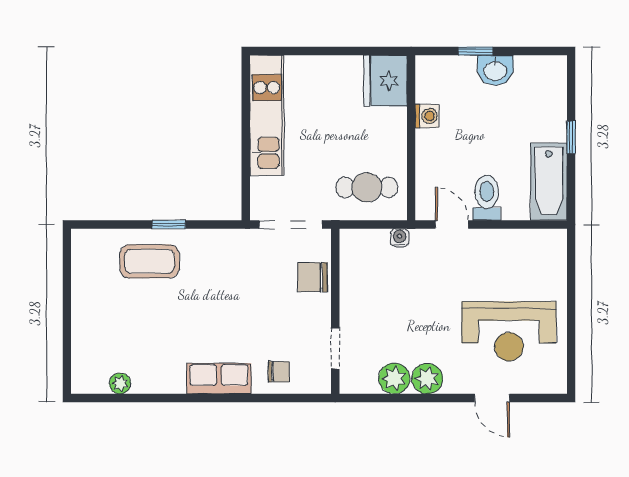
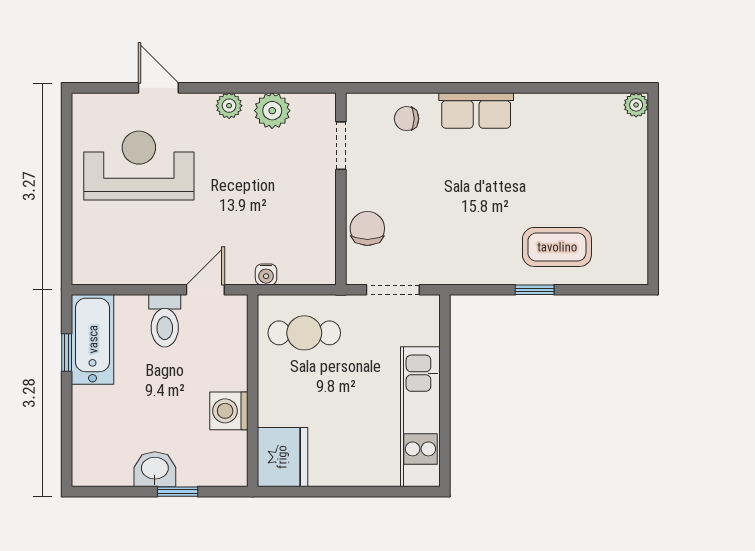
washing machine: (427, 116) -> (229, 411), width x1.38, depth x1.38
window: (571, 137) -> (67, 353), moved
doorway: (291, 225) -> (393, 290), width x0.73
door: (452, 225) -> (205, 290), swing flipped
chair: (312, 277) -> (367, 228), turned -90
plant: (427, 379) -> (229, 106), width x0.73, depth x0.73
plant: (120, 383) -> (636, 105), moved

